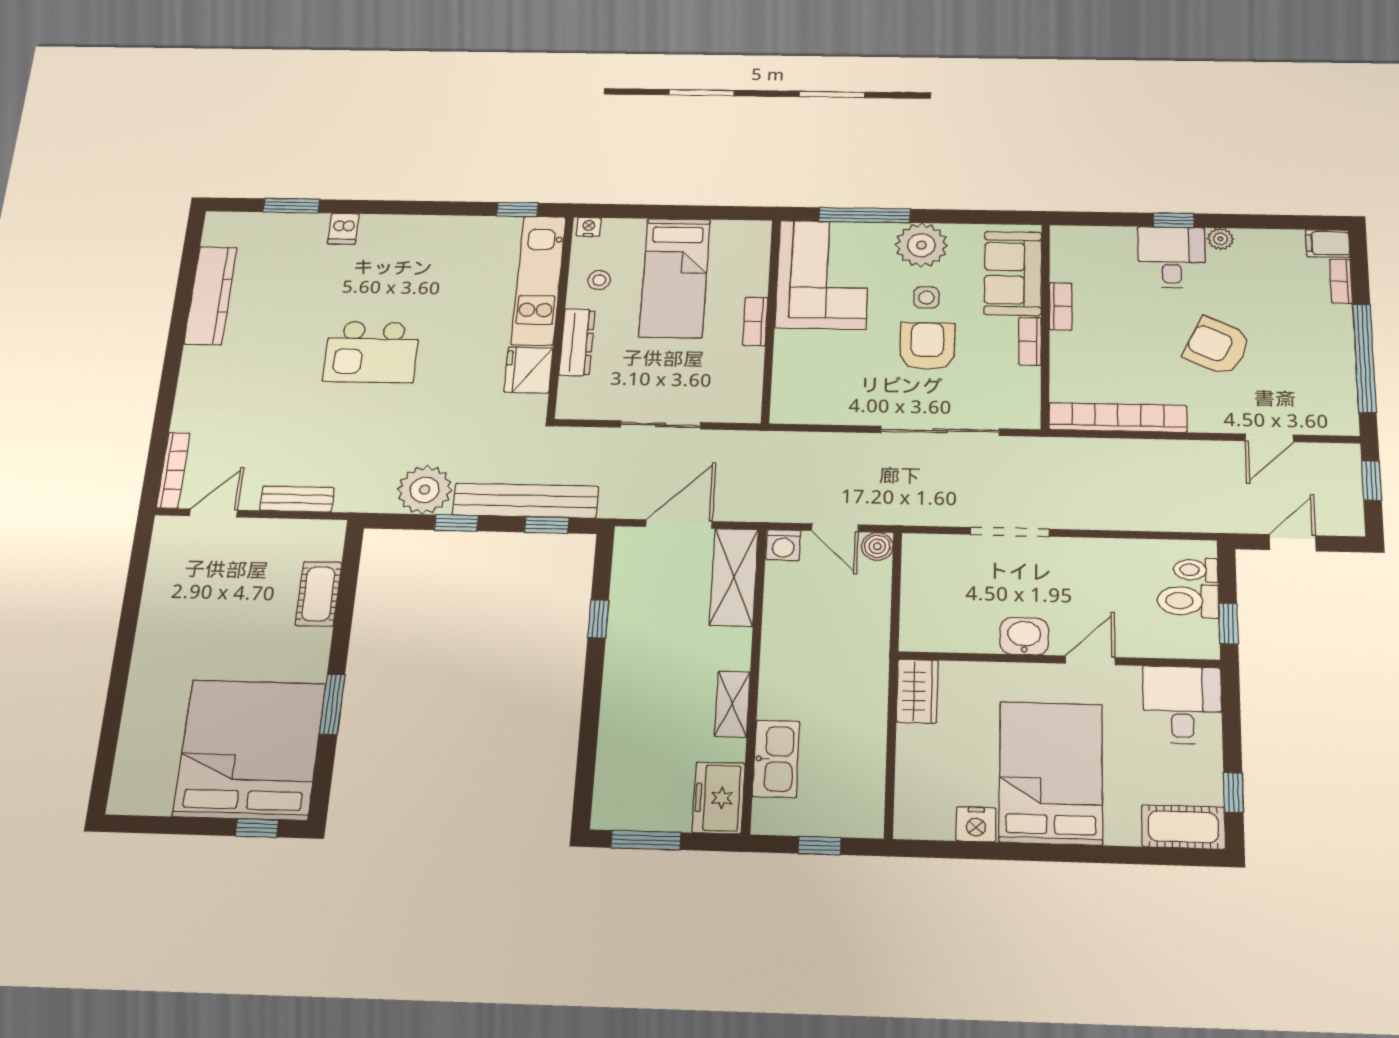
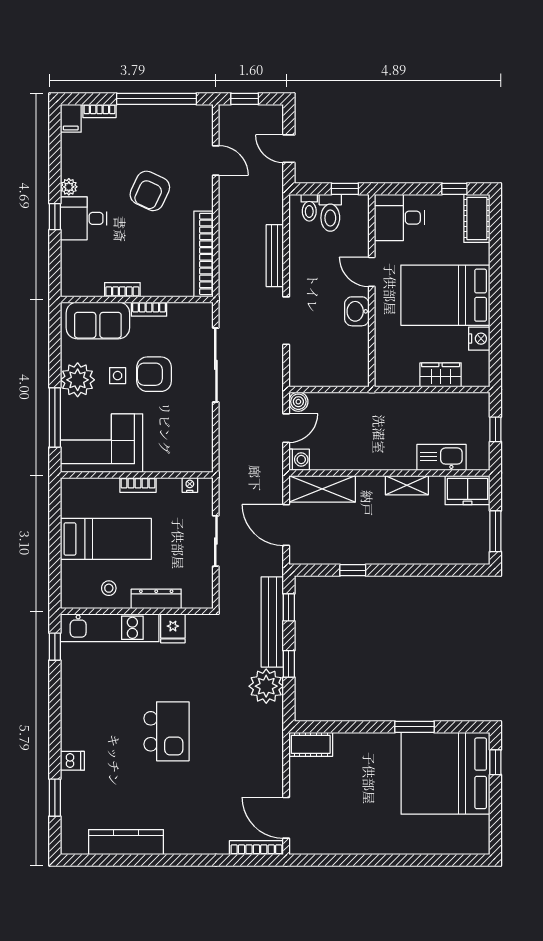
nightstand: (589, 227) -> (190, 485), moved, turned 90
fridge: (529, 370) -> (173, 628), width x0.72
bench: (297, 499) -> (275, 256), moved, width x1.36
door: (213, 513) -> (286, 818), width x1.37
cot: (318, 594) -> (311, 744), moved
wardrobe: (917, 691) -> (441, 375), moved

